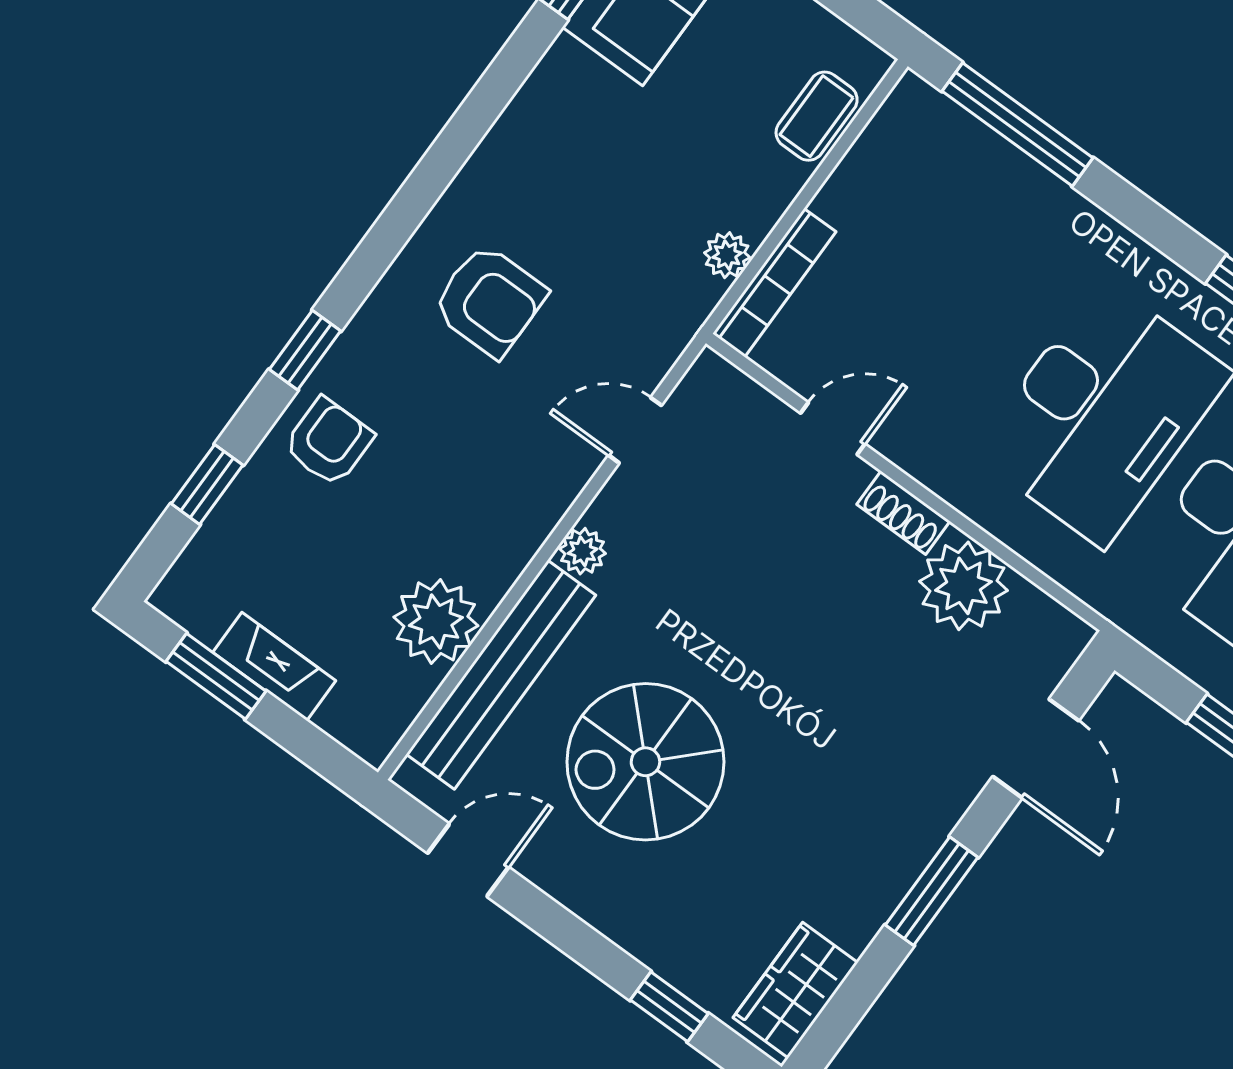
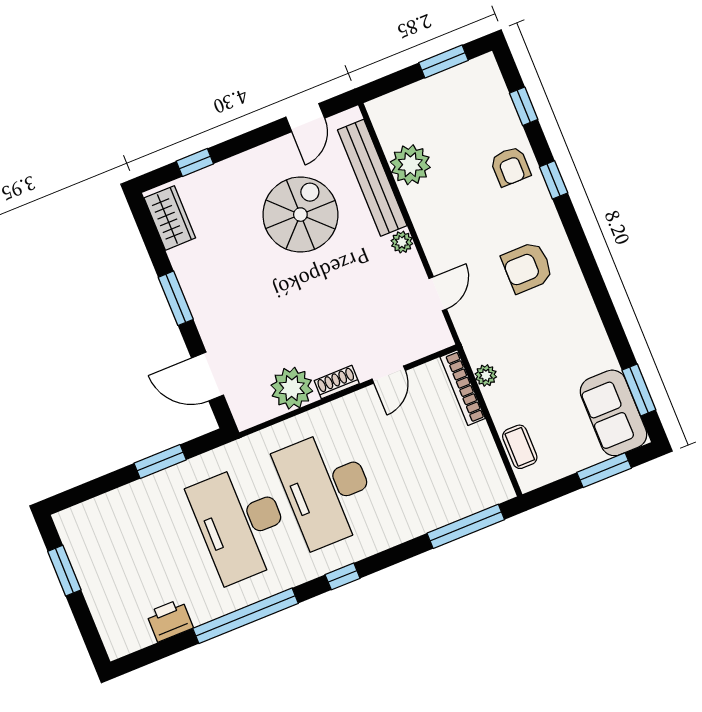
fireplace: (274, 666) -> (433, 88), removed

